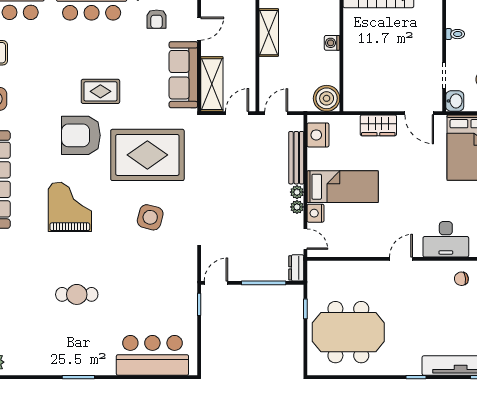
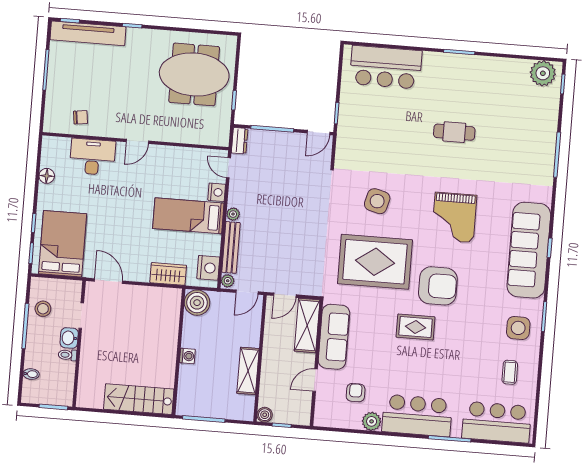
washbasin: (455, 101) -> (69, 338), moved
wardrobe: (378, 125) -> (168, 274), moved
plant: (297, 207) -> (228, 281), moved

